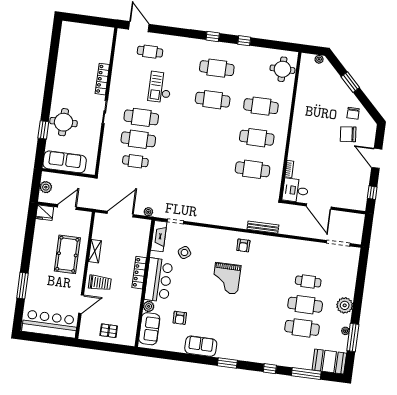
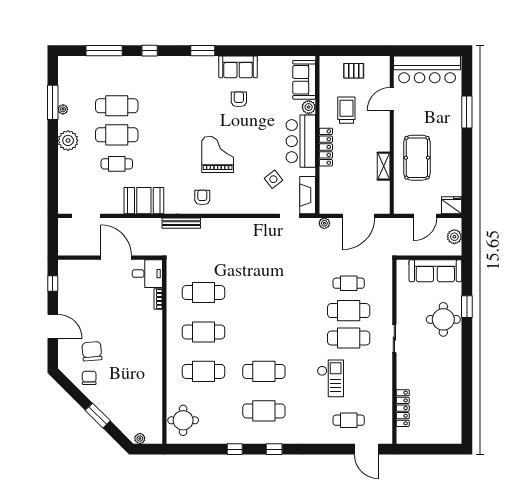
locker: (102, 79) -> (403, 408), moved
chair: (348, 134) -> (92, 351), turned -89
trolley: (100, 283) -> (346, 110), moved, turned 90
armchair: (180, 318) -> (239, 99), moved
booth: (329, 362) -> (144, 201), moved

